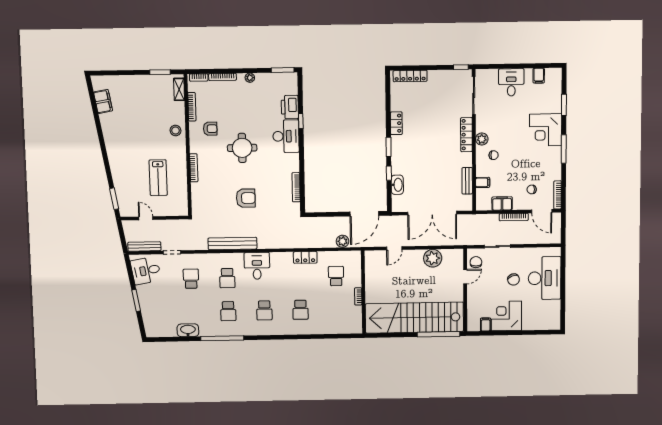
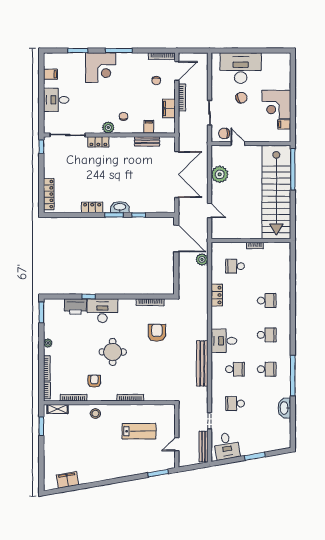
locker: (466, 135) -> (98, 142), width x0.66
washbasin: (397, 185) -> (120, 207), moved
armchair: (246, 198) -> (157, 333), moved

